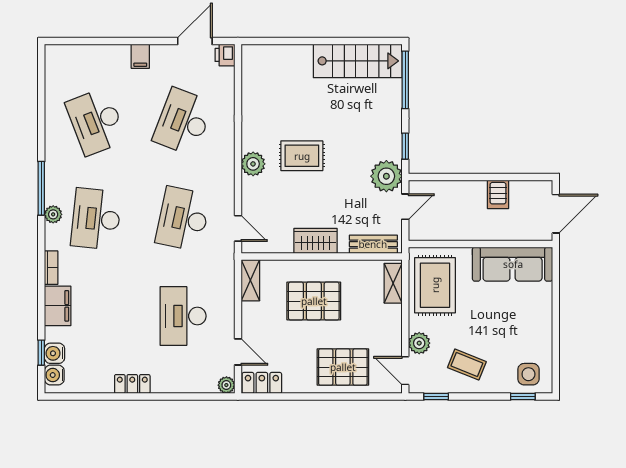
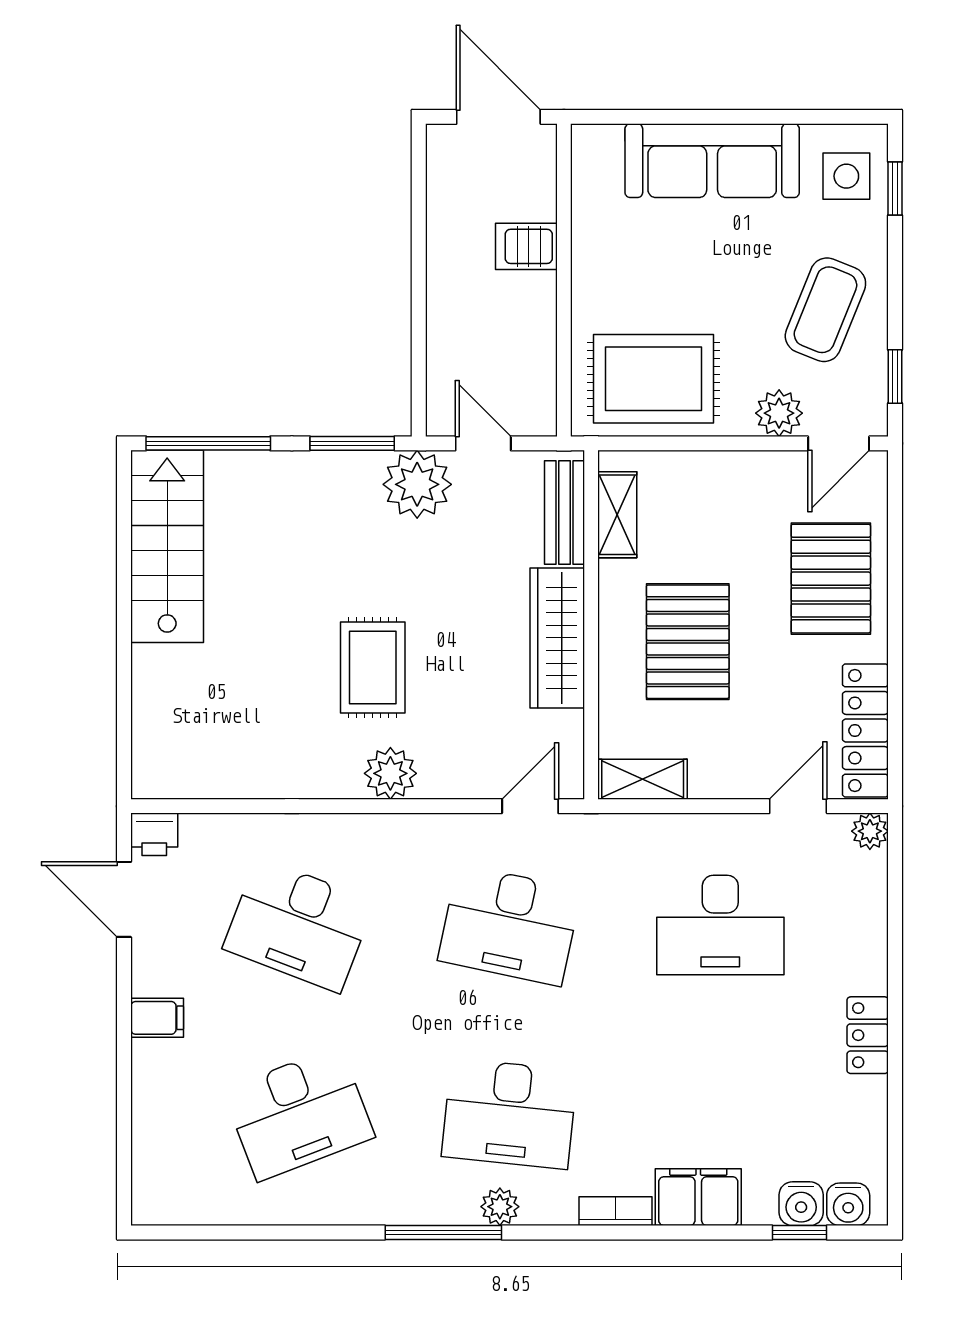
window: (405, 146) -> (352, 443), width x1.50
server rack: (498, 194) -> (526, 246), moved, turned 180
wardrobe: (315, 241) -> (557, 638), width x1.50
sofa: (513, 264) -> (712, 161), moved, turned 90
shelving: (393, 283) -> (617, 515), moved, turned 90
coffee table: (467, 365) -> (825, 310), width x1.36, depth x1.30
locker: (262, 383) -> (865, 730), width x1.53

